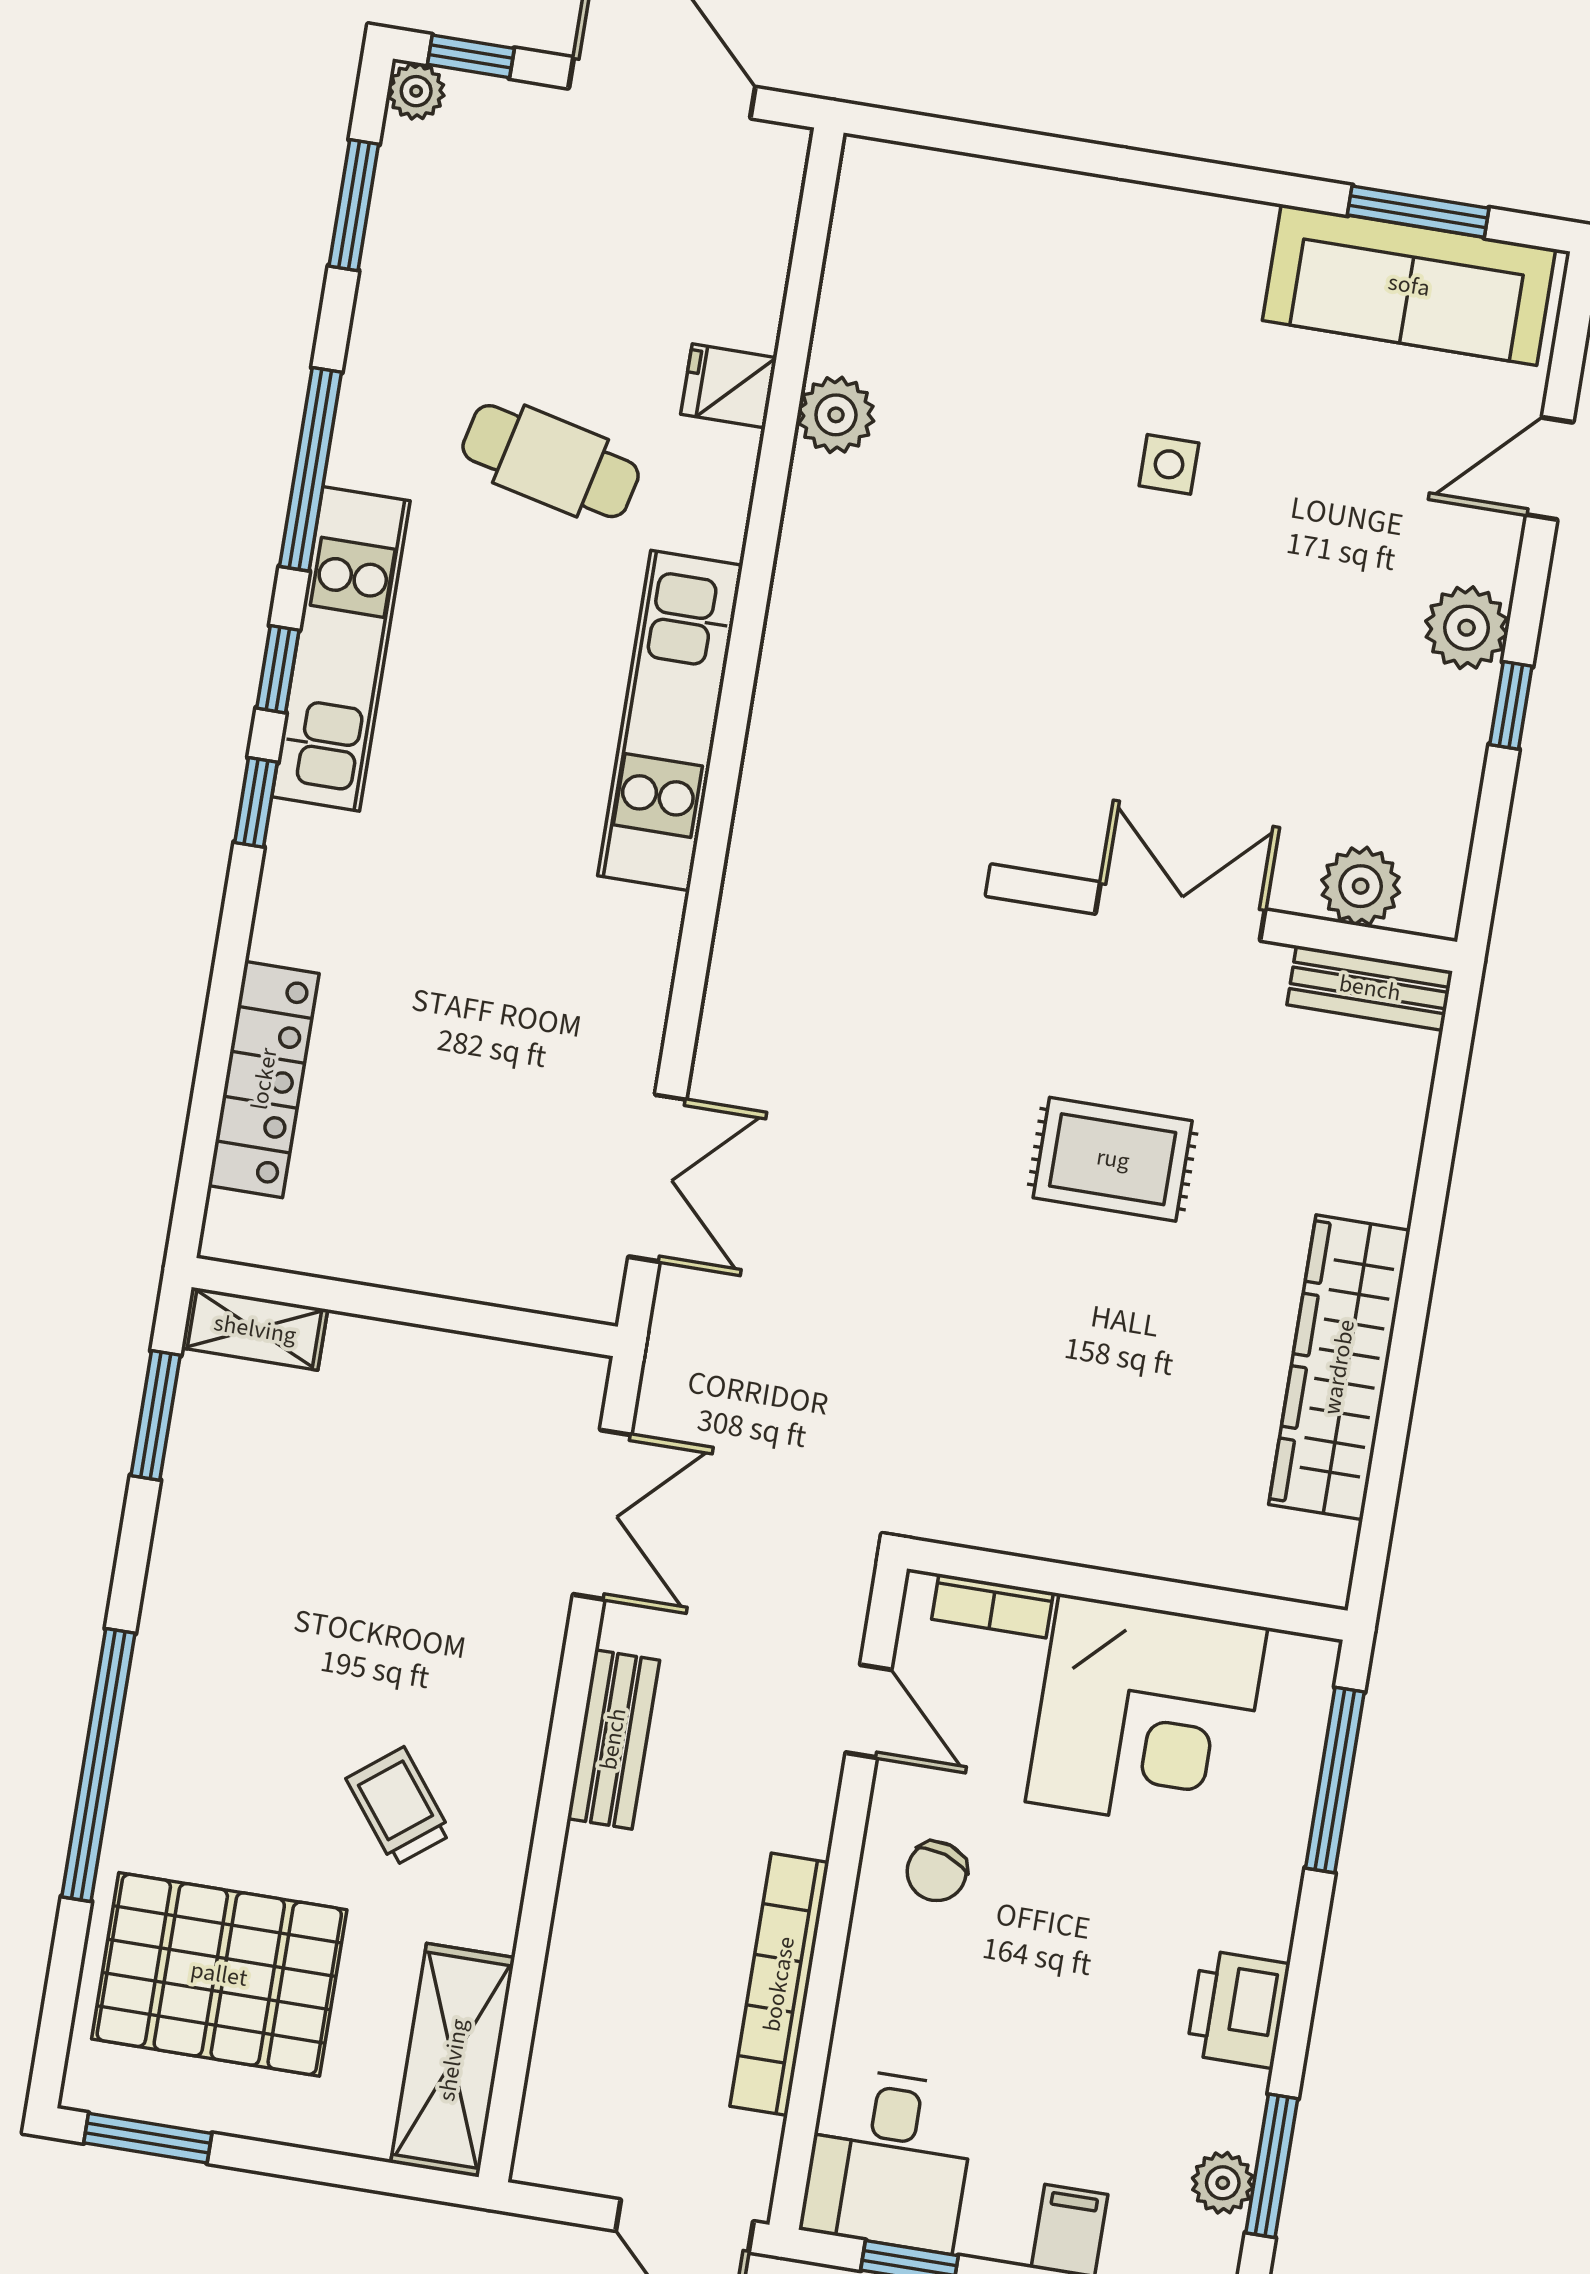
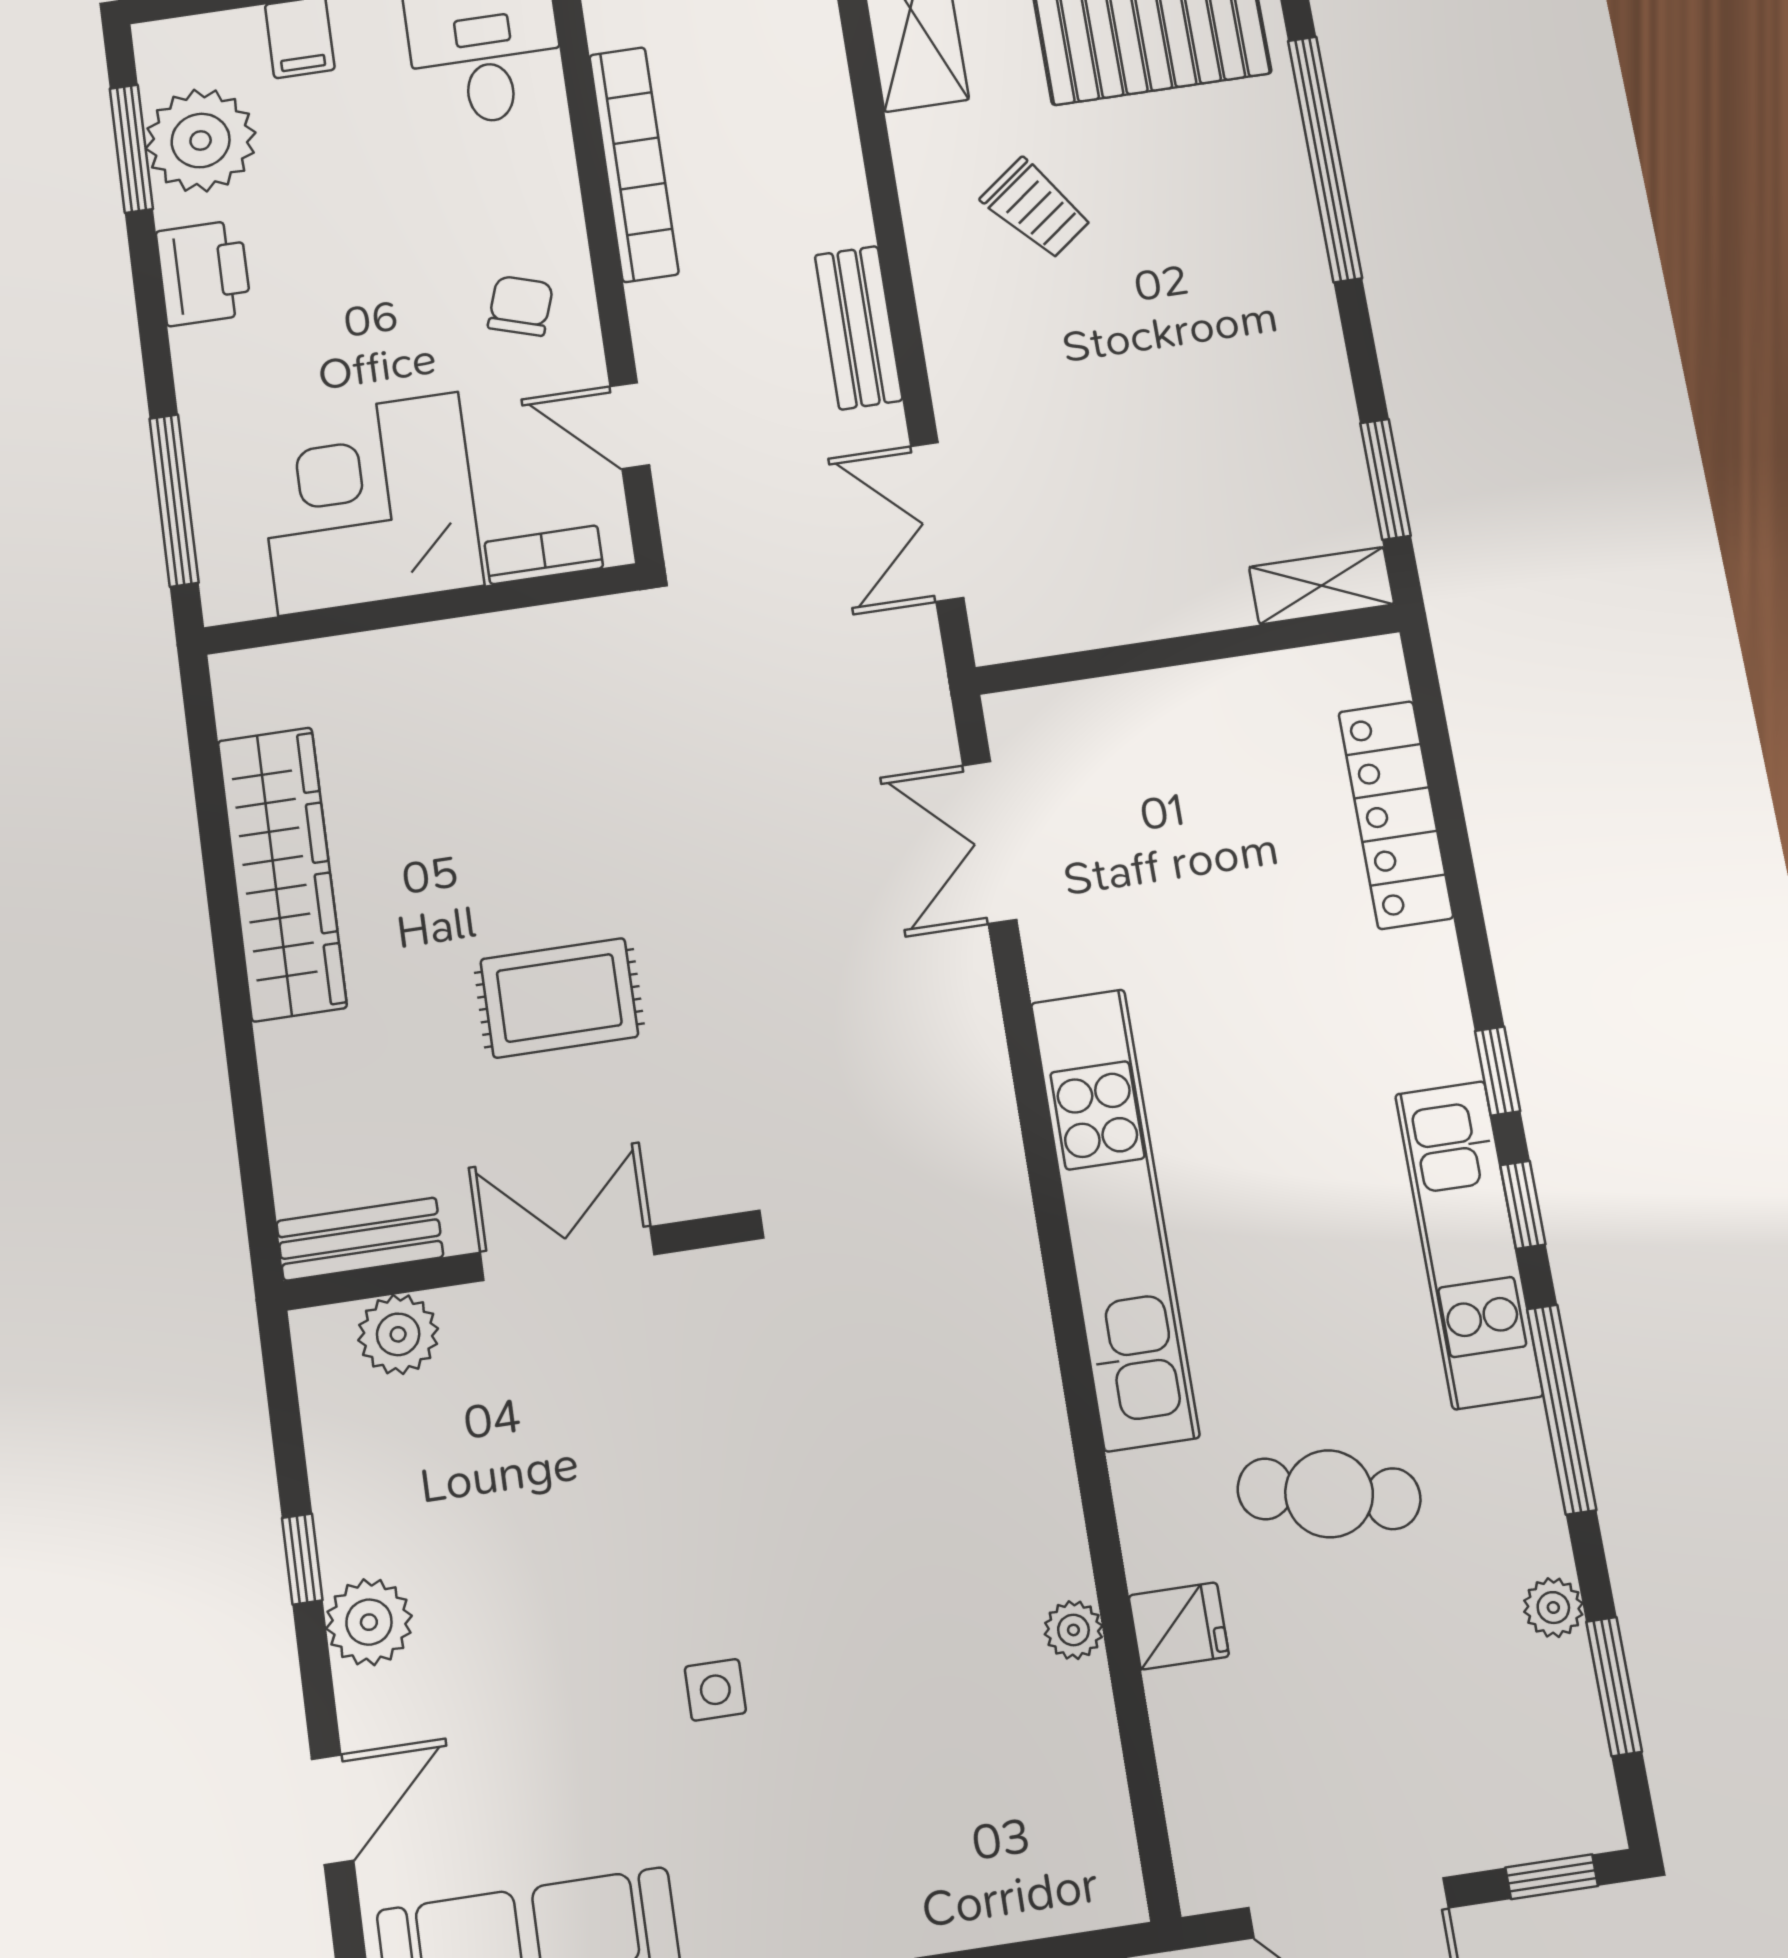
plant: (416, 91) -> (1553, 1608), moved
plant: (836, 415) -> (1073, 1630), width x0.73, depth x0.73
kitchen unit: (670, 721) -> (1115, 1218), width x1.36
double door: (1180, 912) -> (567, 1253), swing flipped
plant: (1223, 2183) -> (201, 140), width x1.88, depth x1.88

